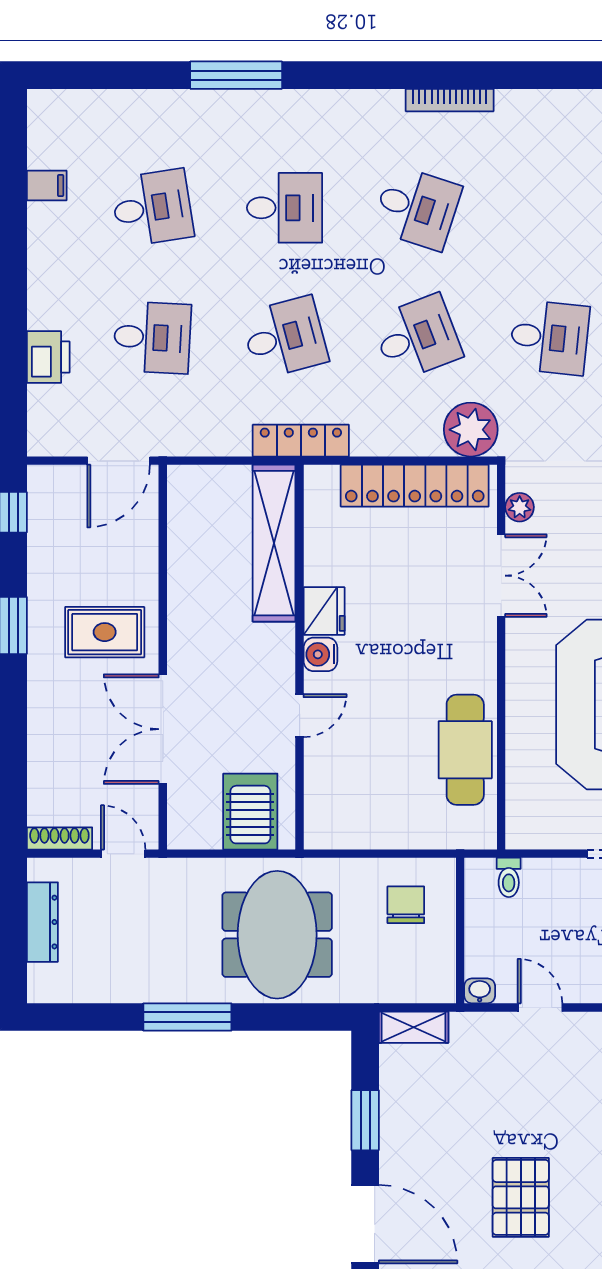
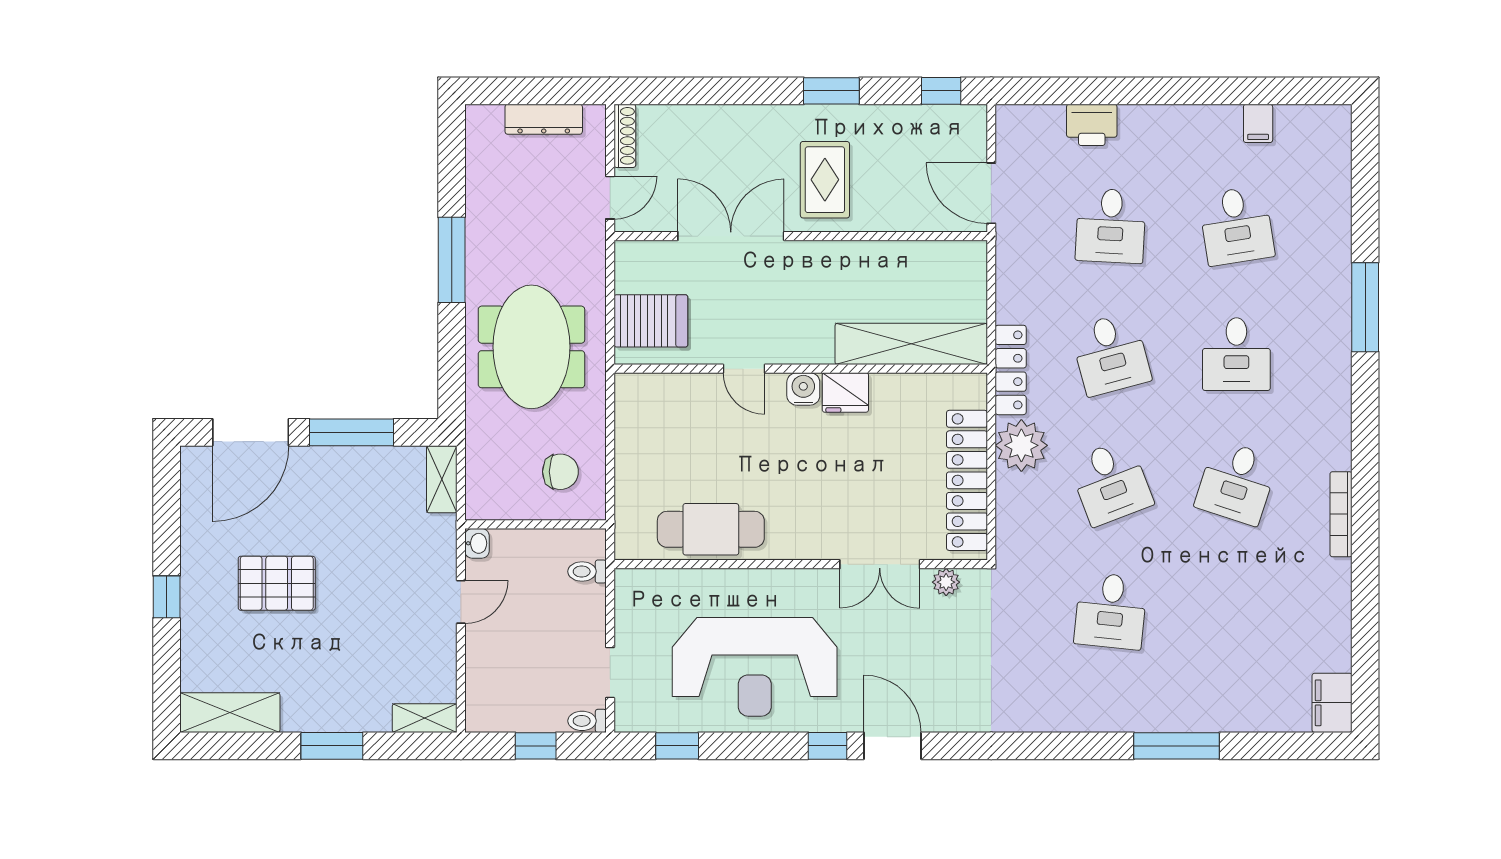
plant: (471, 430) -> (1021, 445), moved
meeting table: (277, 935) -> (531, 347), turned 90
window: (365, 1120) -> (352, 432), width x1.44

